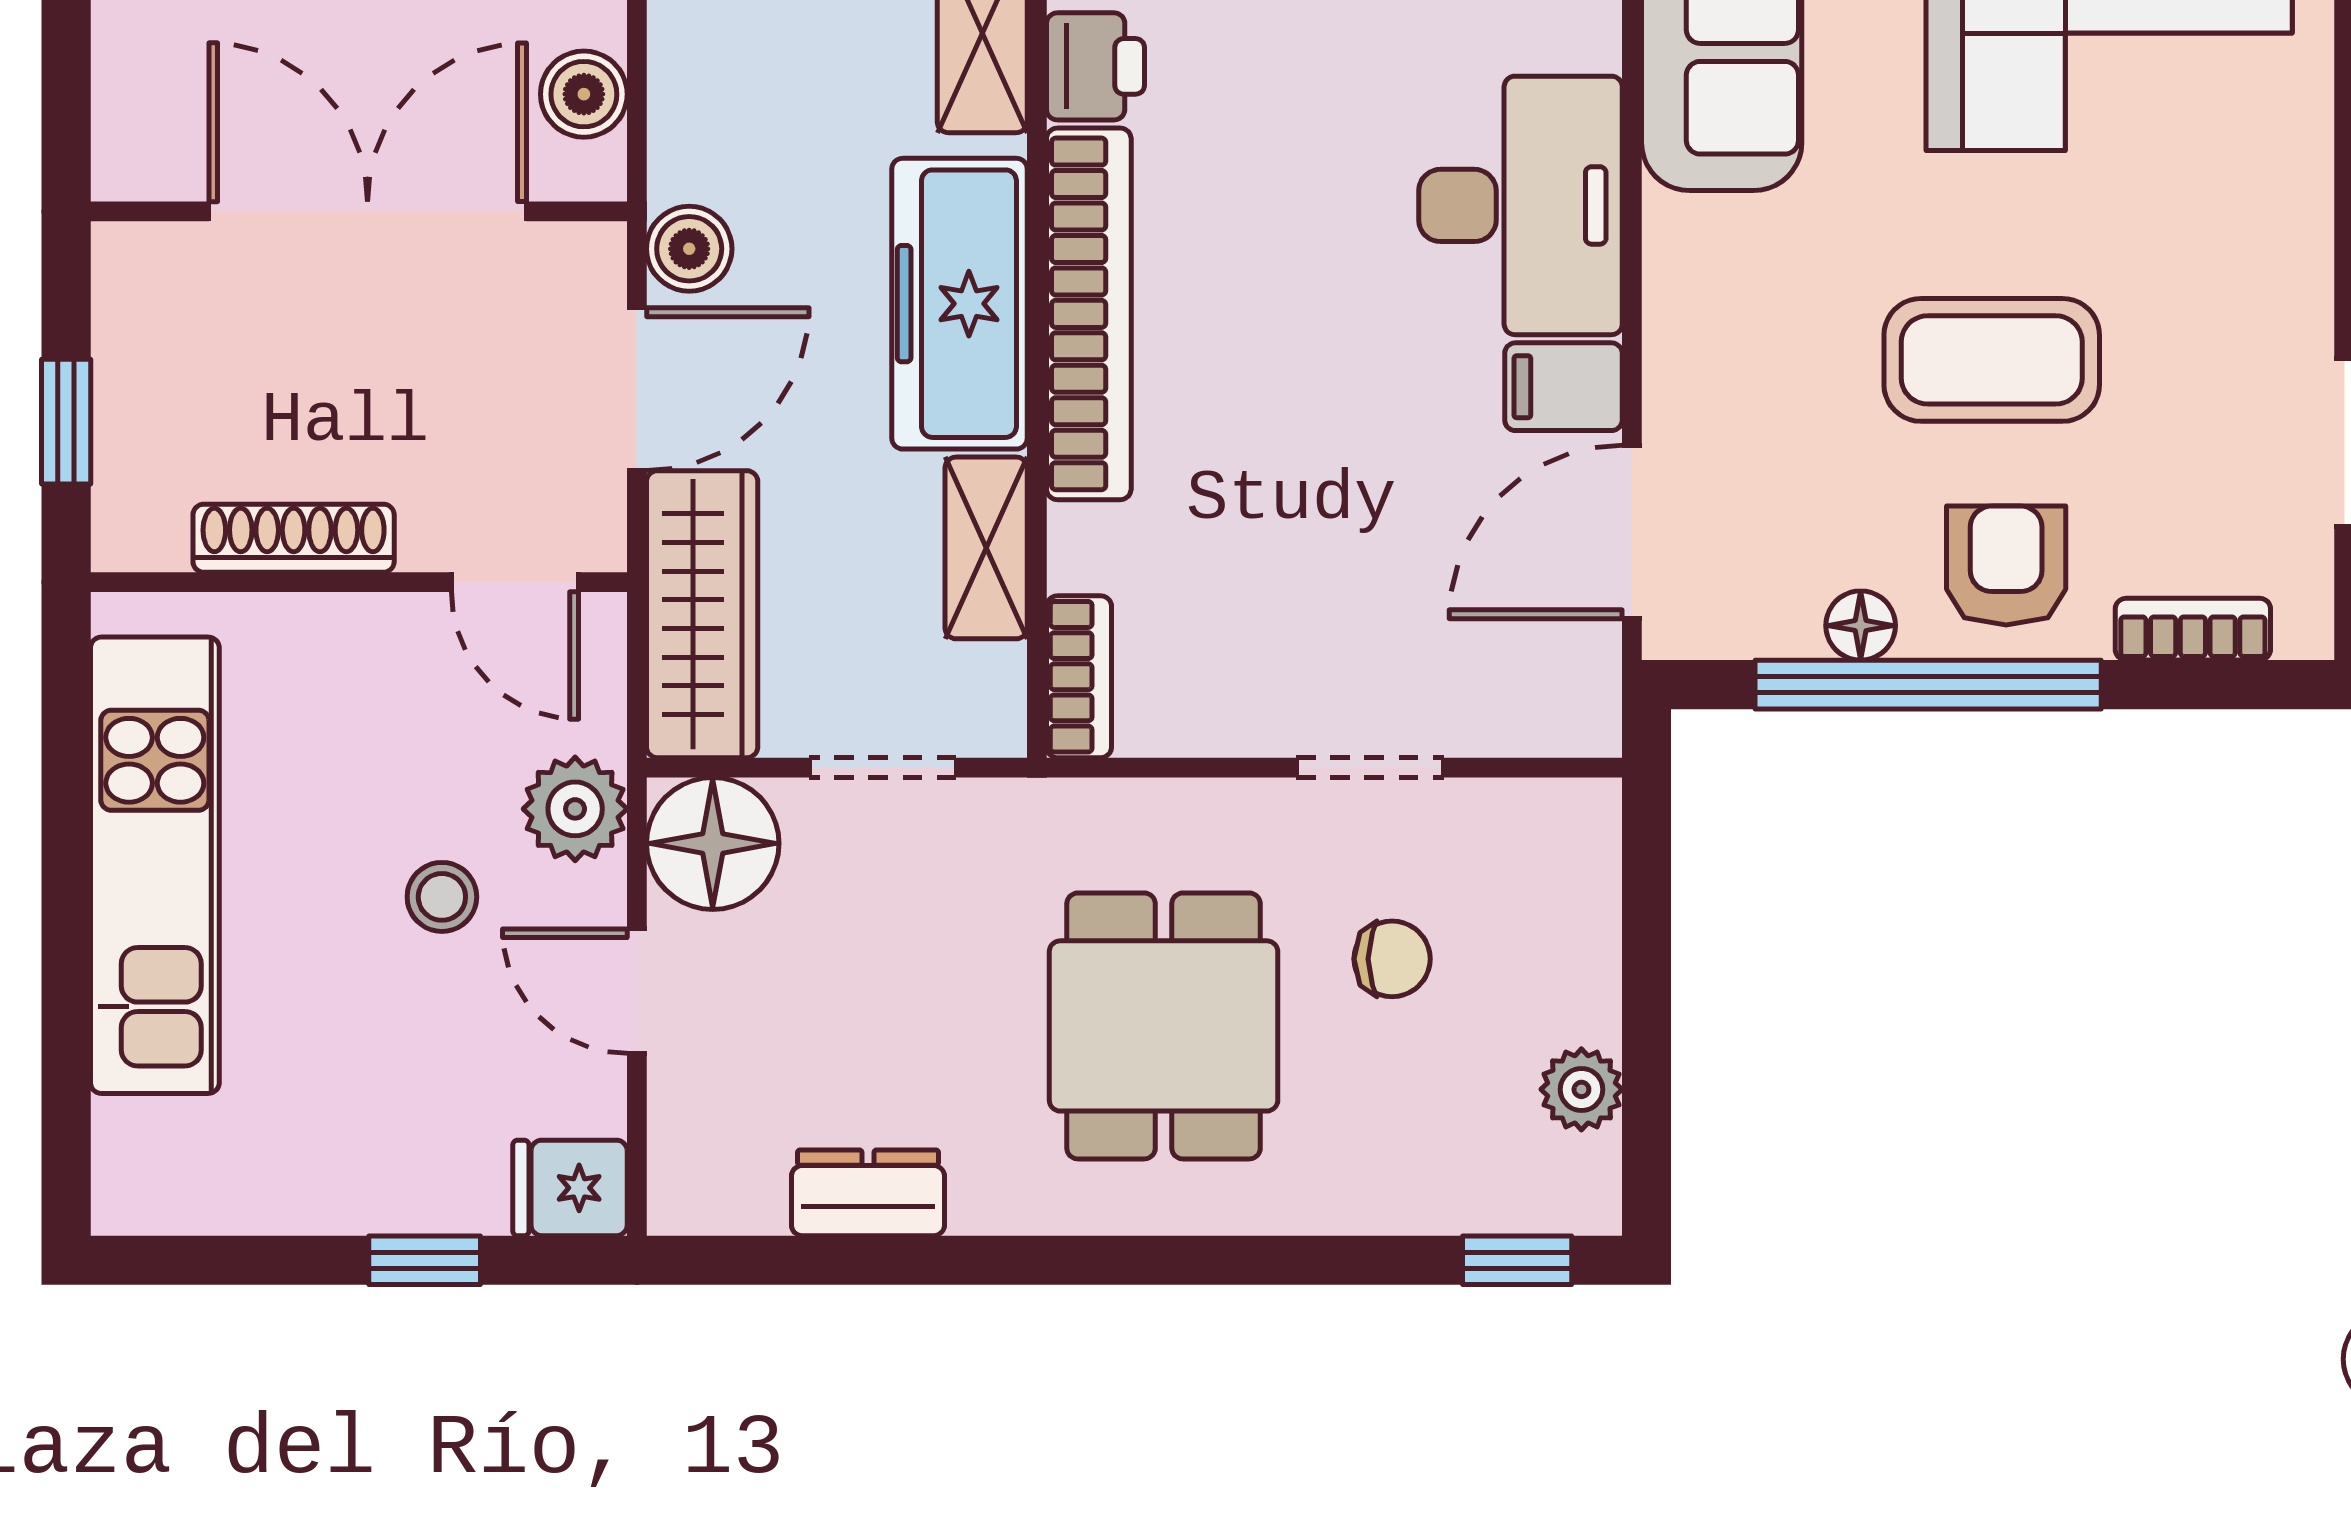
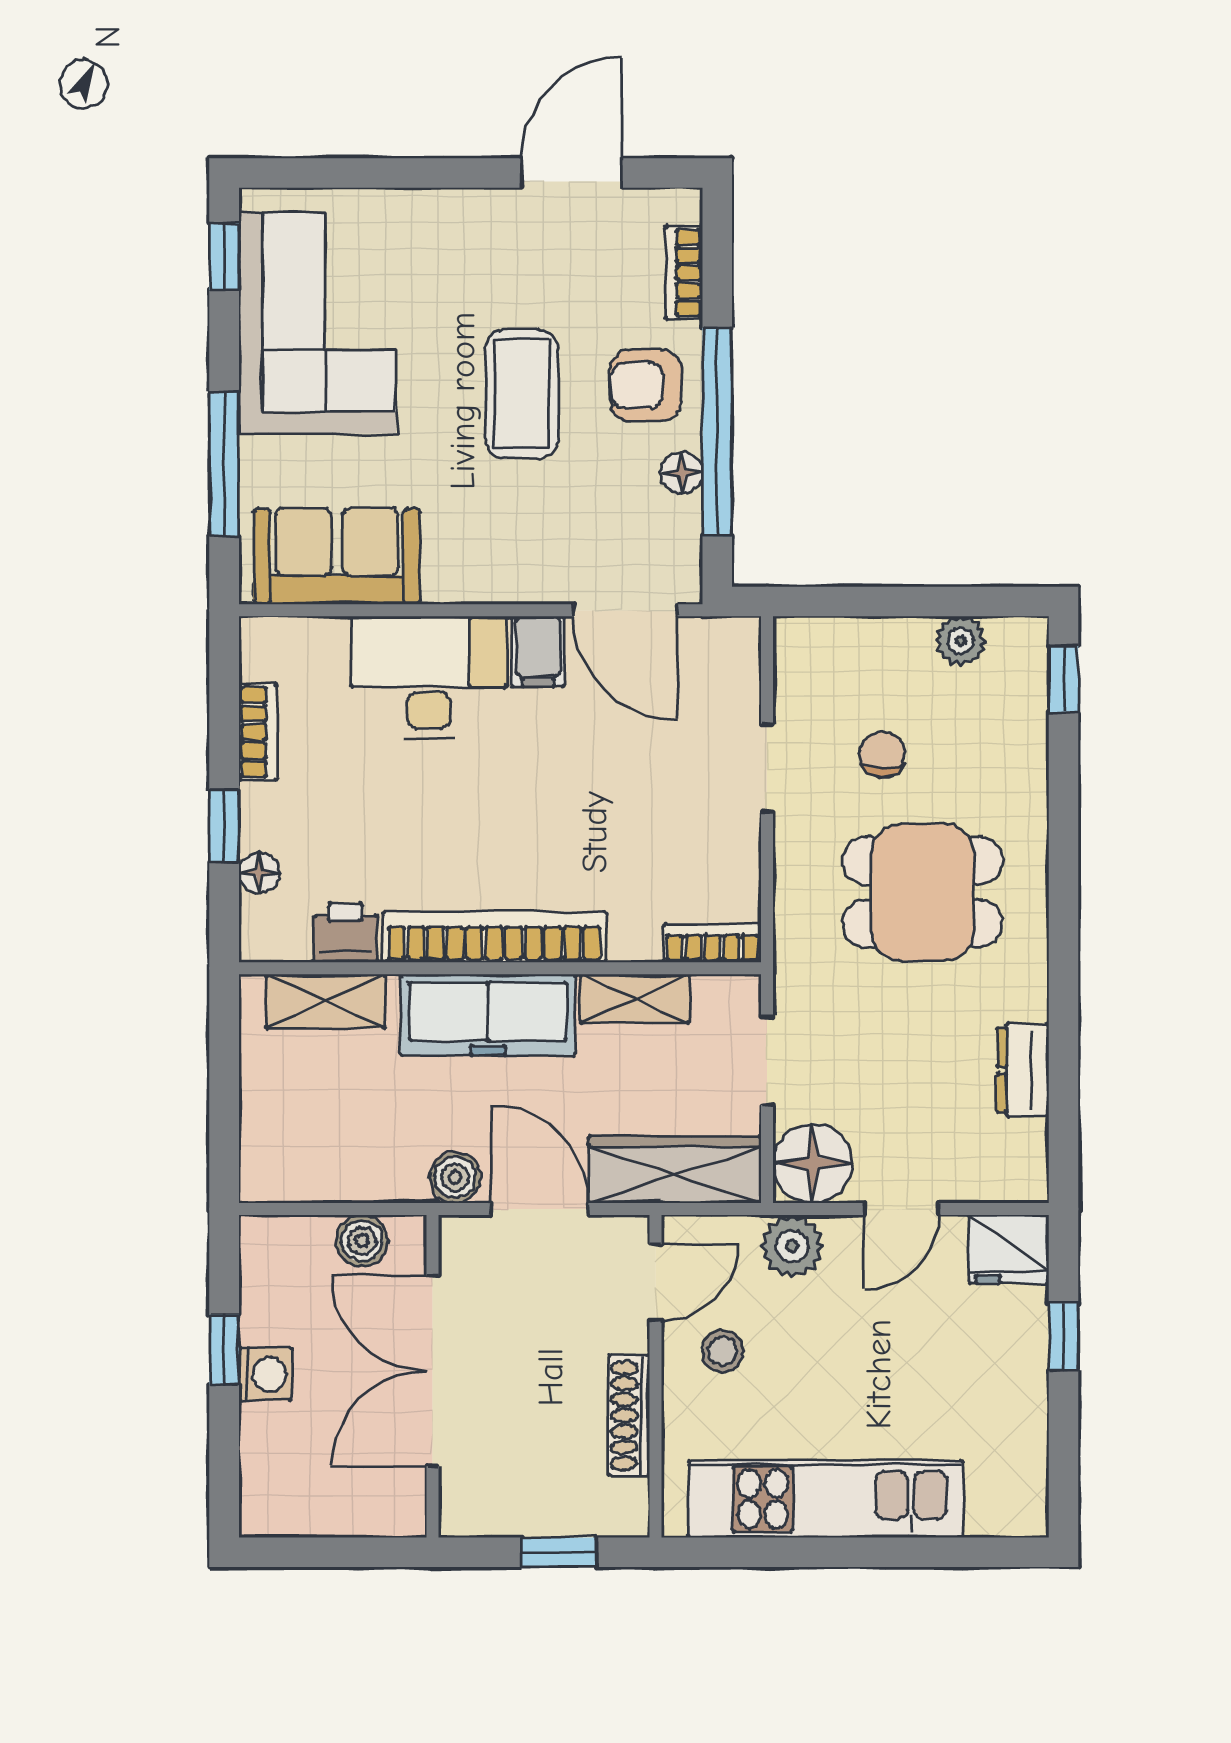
stool: (442, 897) -> (722, 1351), moved
fridge: (570, 1188) -> (1009, 1249), width x1.38

